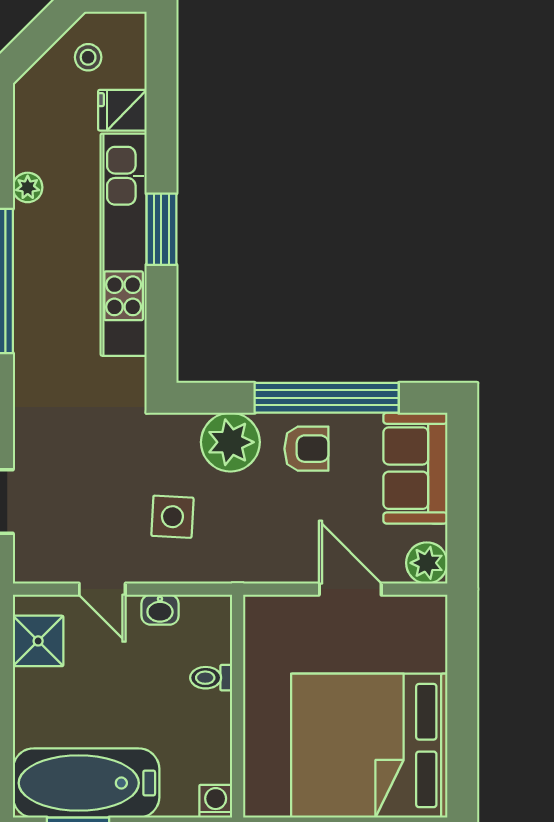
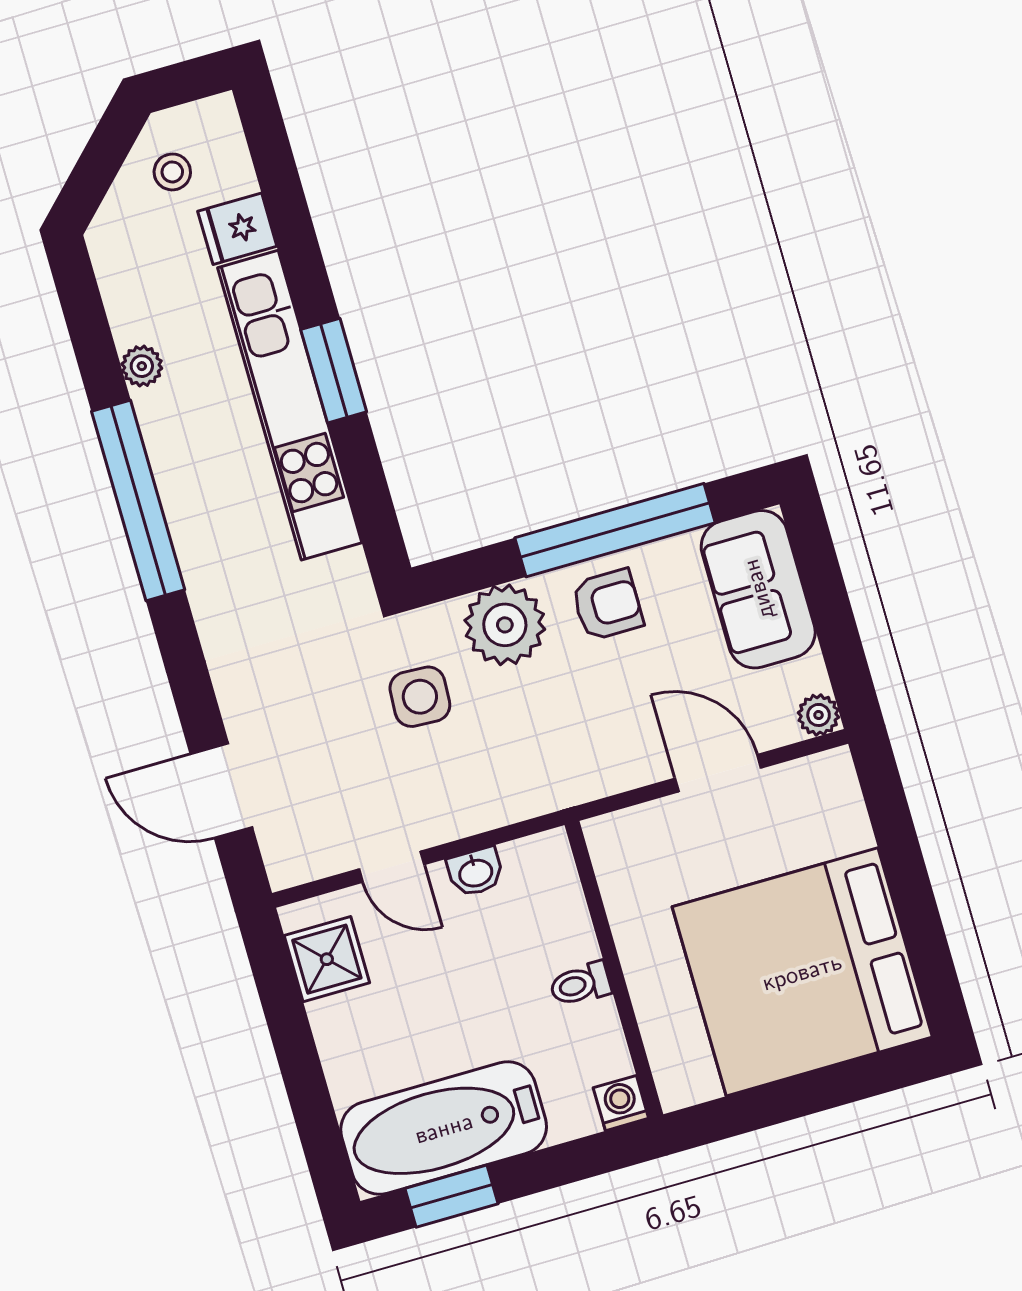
side table: (172, 517) -> (420, 697), moved
plant: (427, 563) -> (819, 715), width x0.73, depth x0.73
toilet: (211, 678) -> (580, 984), moved

